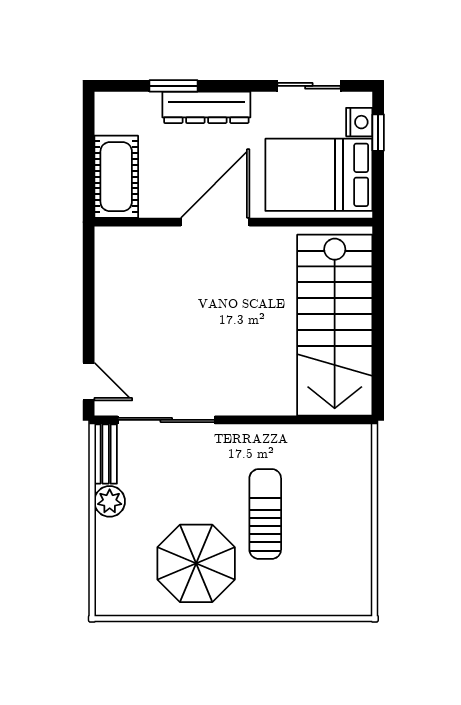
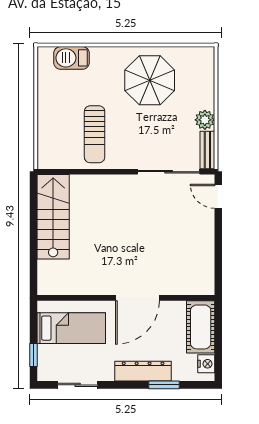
nightstand: (359, 122) -> (206, 364), moved, turned 180
bed: (319, 175) -> (71, 328), width x0.67
stairs: (335, 325) -> (53, 217), width x0.73, depth x0.66
sun lounger: (265, 514) -> (95, 134), moved
barbecue: (318, 598) -> (72, 58), added

